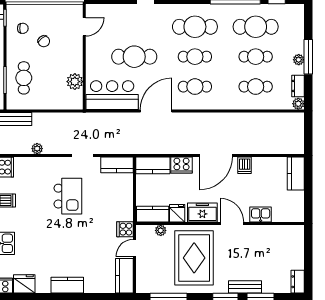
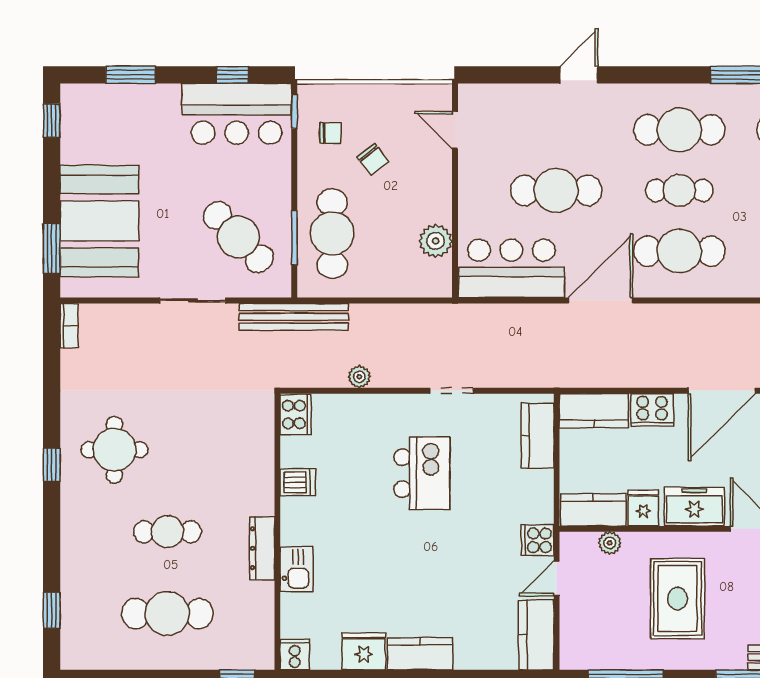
door: (84, 27) -> (455, 130), swing flipped
cafe table: (24, 78) -> (332, 234), width x1.37, depth x1.35
cafe table: (195, 87) -> (679, 251), width x1.37, depth x1.35
kitchen counter: (117, 165) -> (538, 436), moved, turned 90
rug: (194, 258) -> (678, 599), width x0.73, depth x0.69
fridge: (24, 284) -> (364, 651), moved

